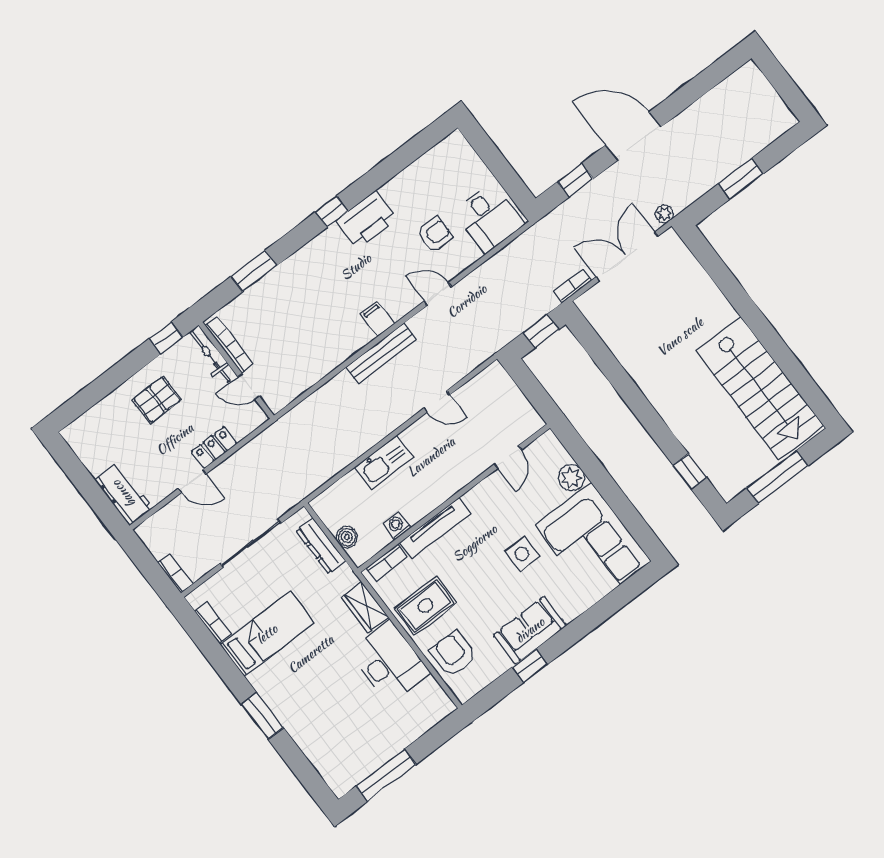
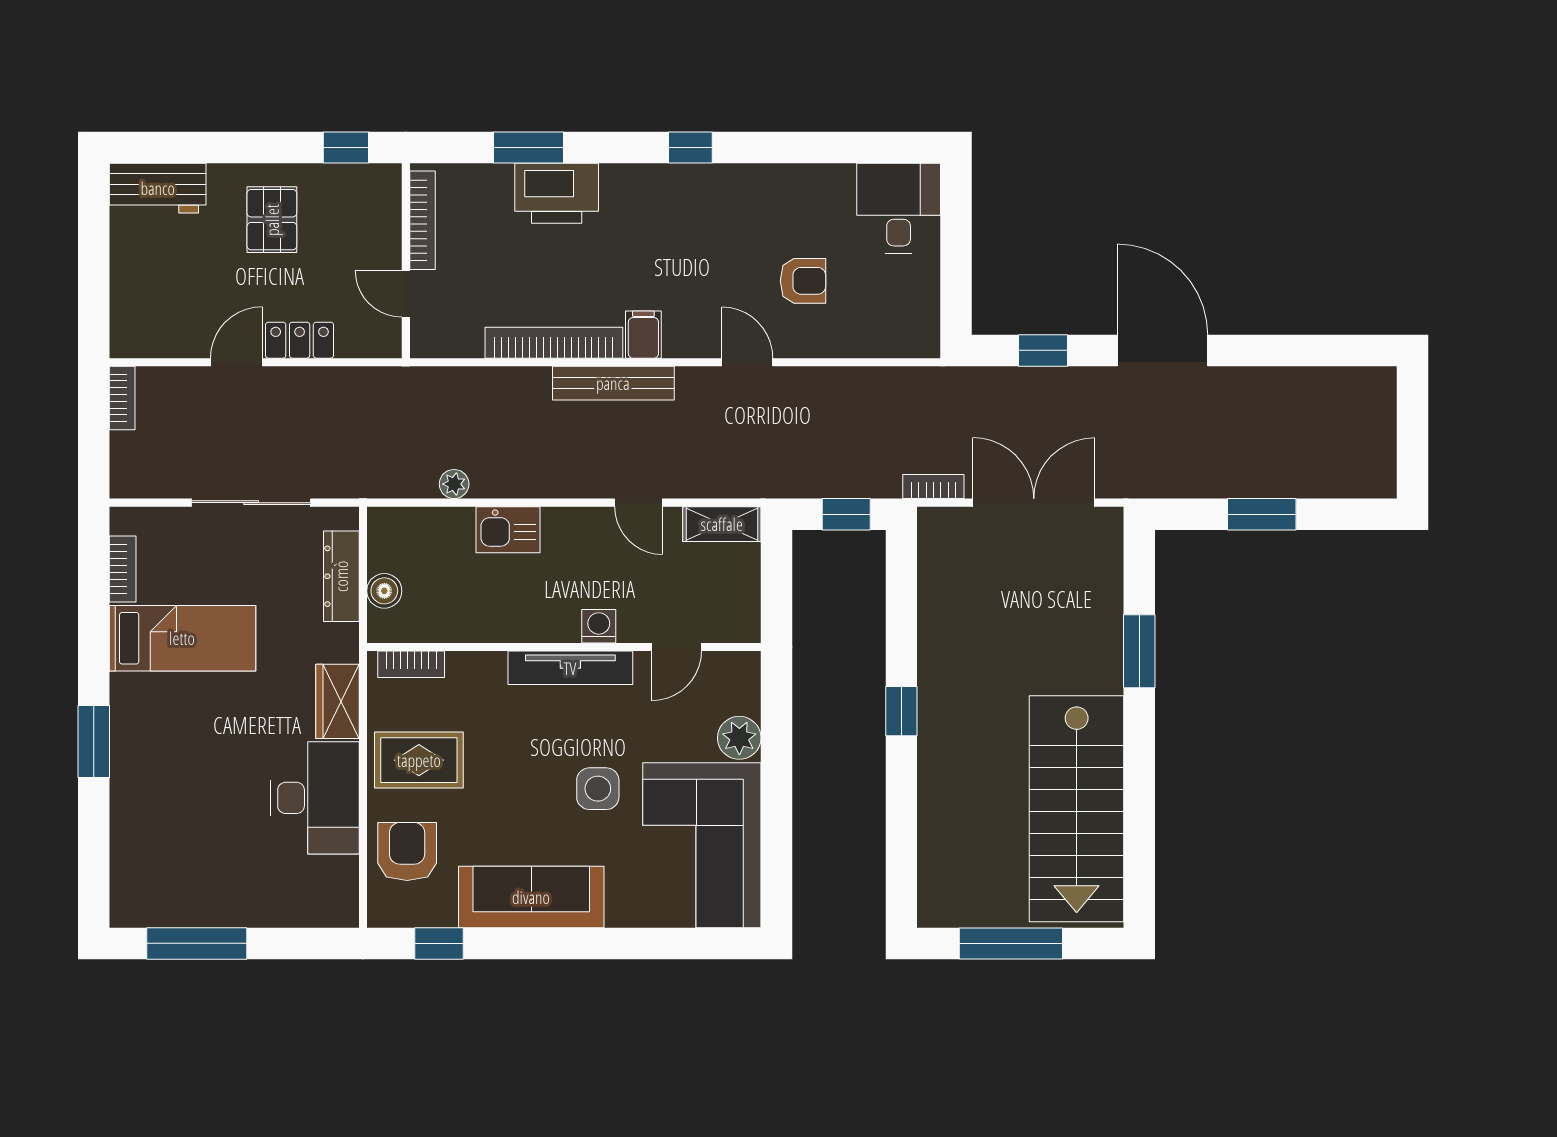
plant: (664, 214) -> (454, 484), moved
desk: (489, 218) -> (899, 208), moved, turned 180
printer: (367, 220) -> (557, 193), moved
window: (732, 289) -> (1139, 651), added
bicycle: (210, 356) -> (385, 216), removed
bookcase: (337, 356) -> (554, 343), added
shelving: (485, 381) -> (722, 524), added
pallet: (157, 400) -> (272, 220), turned 90
kitchen sink: (384, 462) -> (508, 530), width x0.73
window: (690, 471) -> (901, 711), moved
door: (192, 481) -> (236, 362), swing flipped
workbench: (124, 494) -> (158, 188), moved, turned 90
washing machine: (397, 526) -> (599, 626), moved
tv unit: (435, 528) -> (570, 668), moved
bookcase: (175, 573) -> (122, 398), moved
sofa: (530, 630) -> (531, 897), width x1.36
window: (530, 666) -> (439, 943), moved

